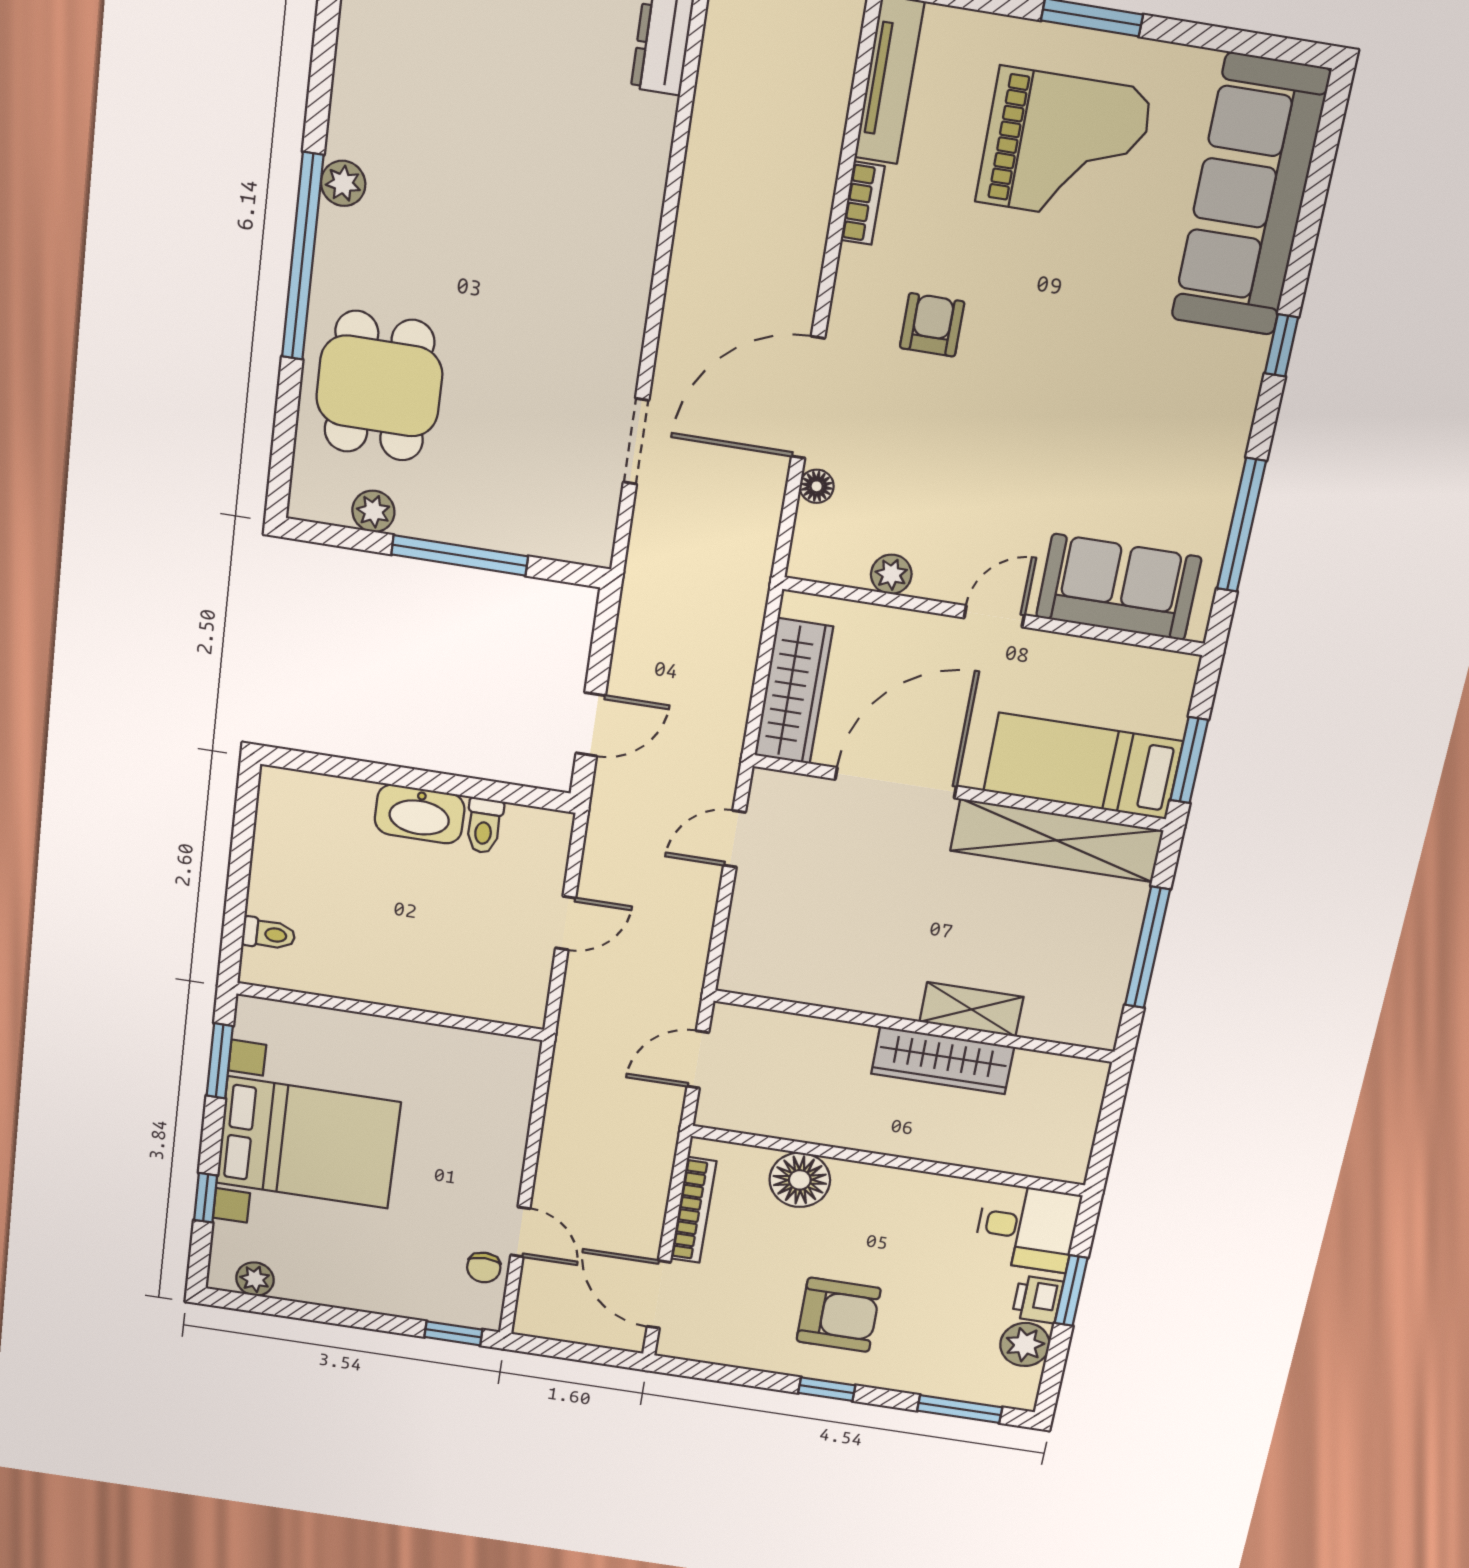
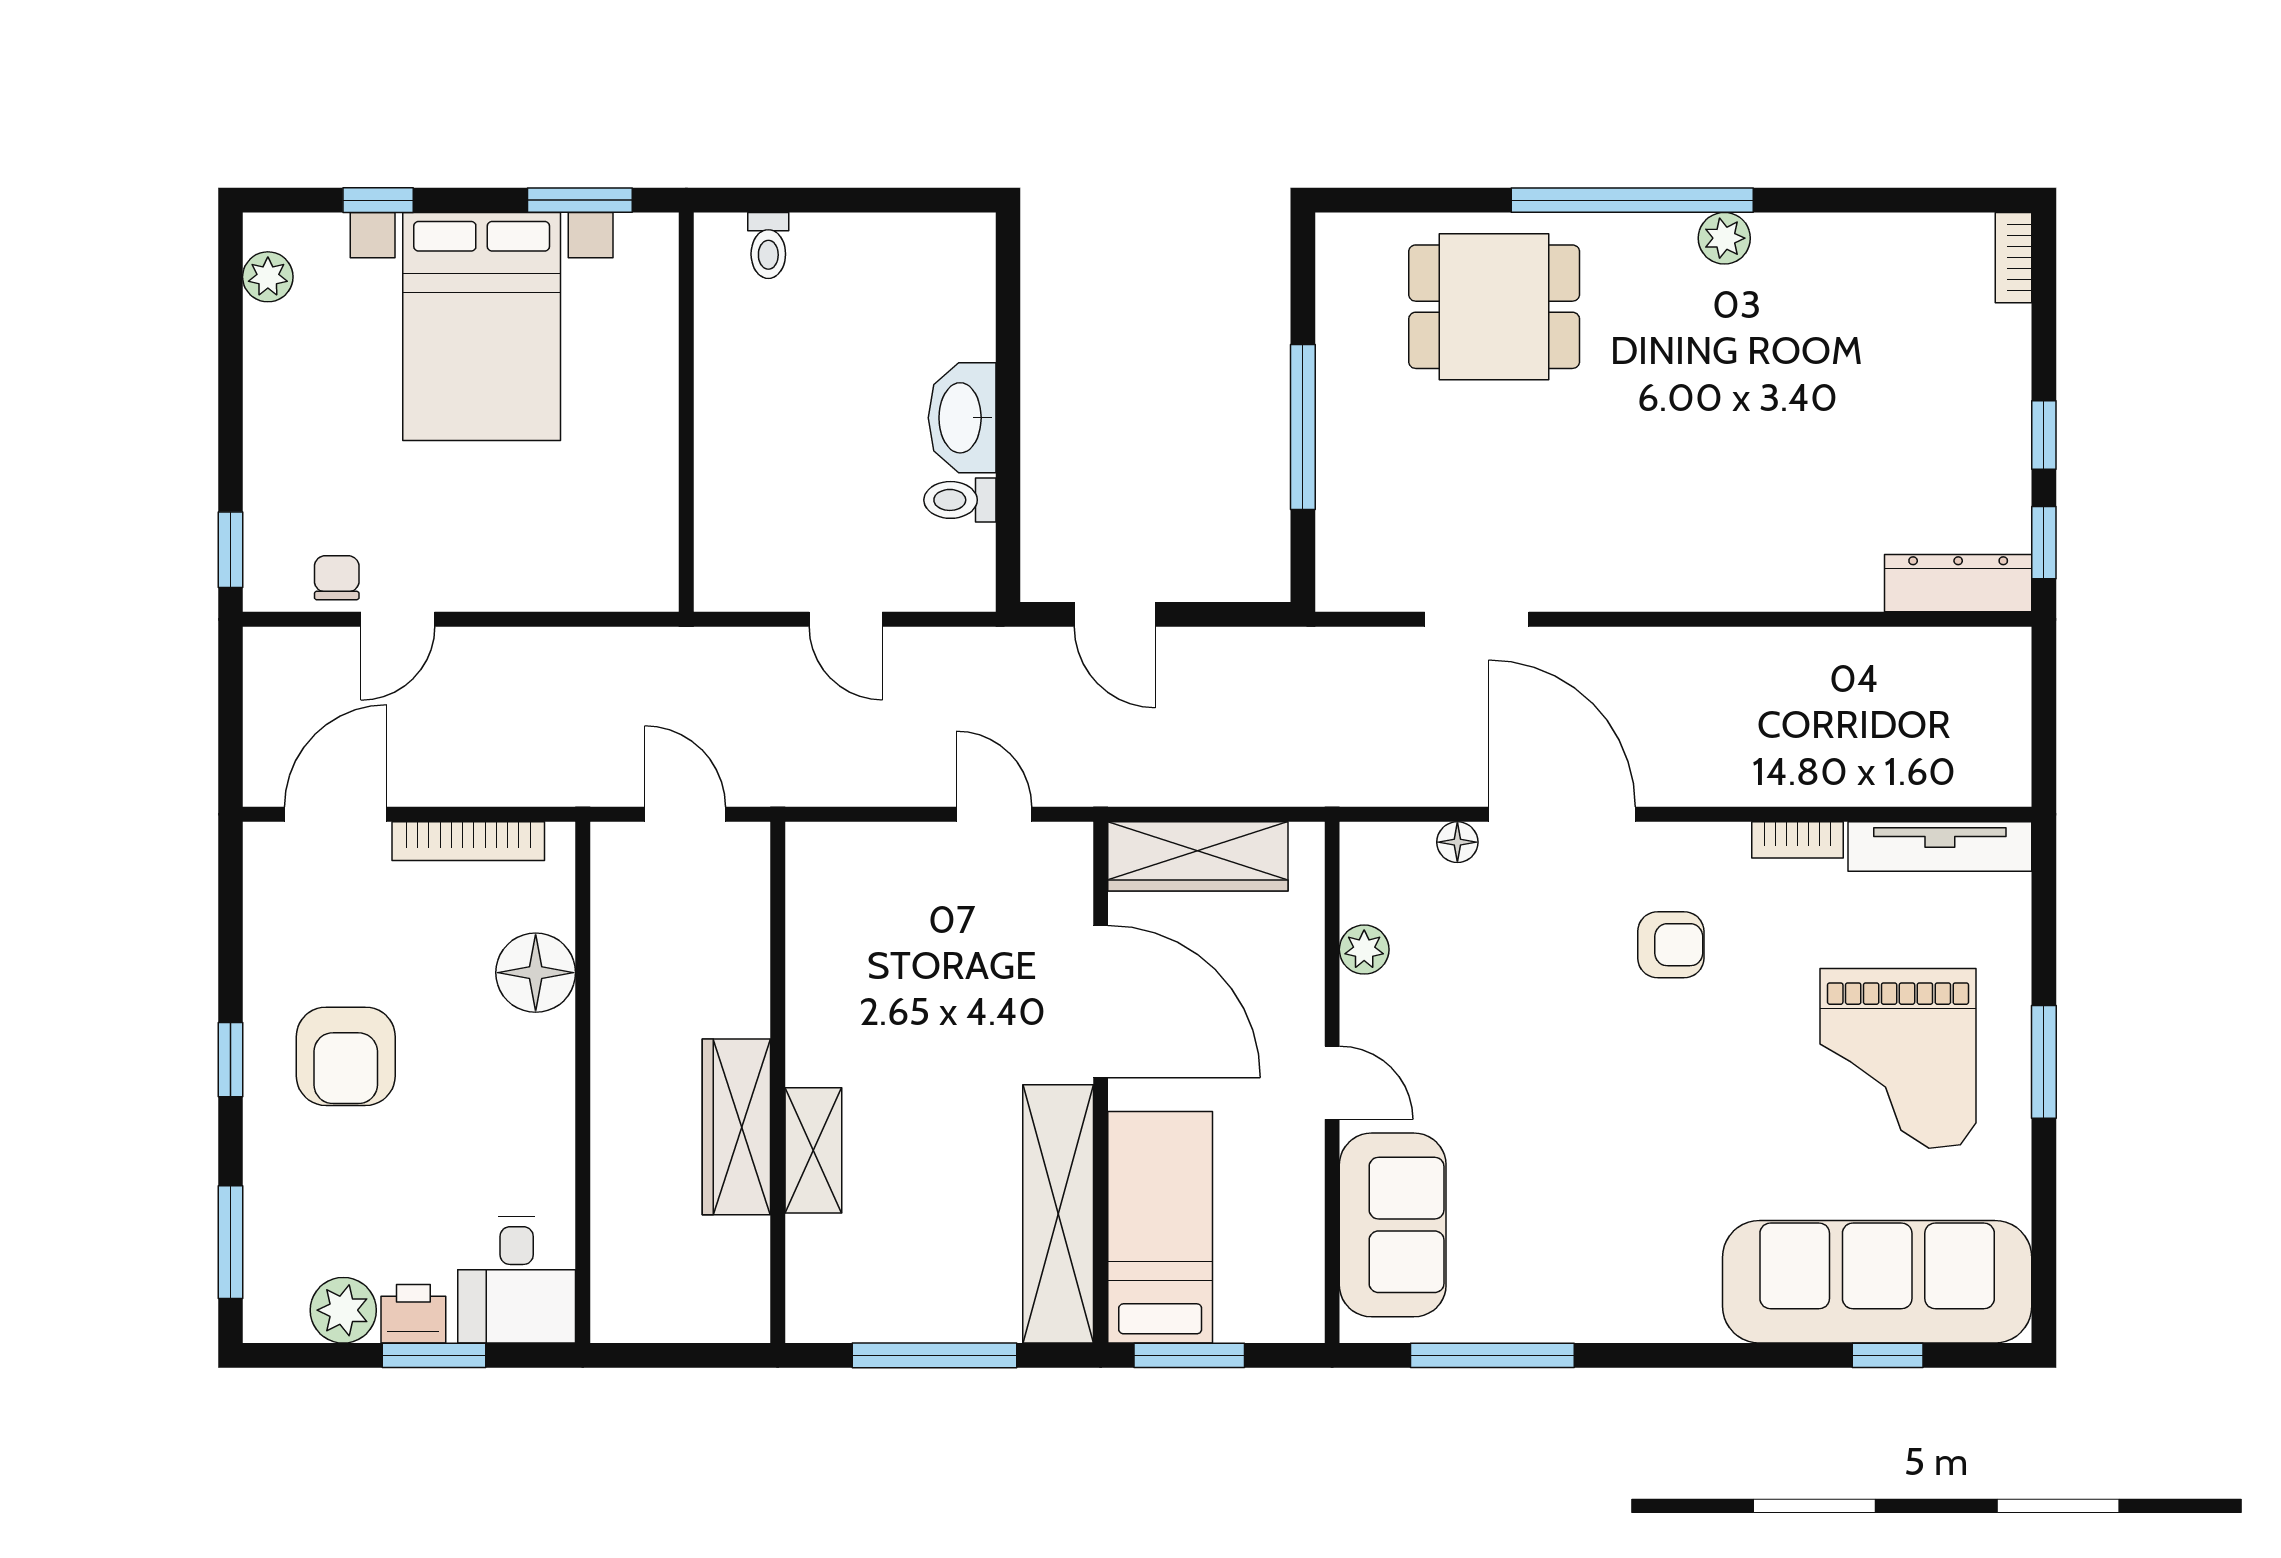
window: (1281, 345) -> (1888, 1355), moved
plant: (373, 511) -> (1341, 317), removed
chair: (484, 1267) -> (337, 578), turned 90

